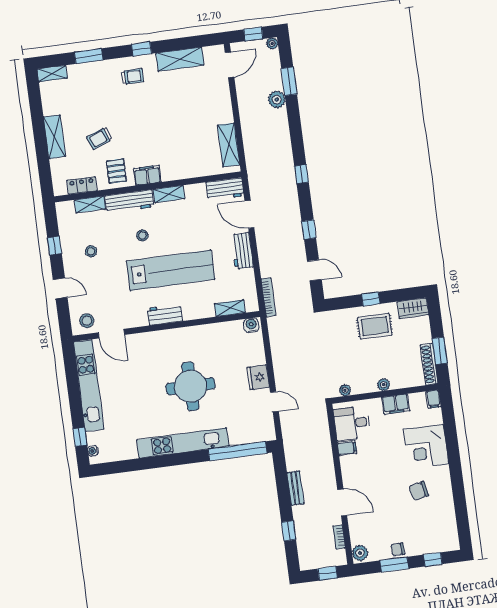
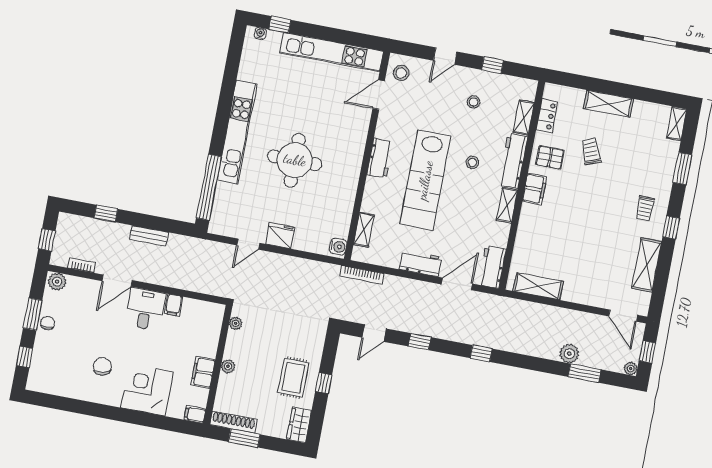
desk: (352, 423) -> (145, 309), moved

